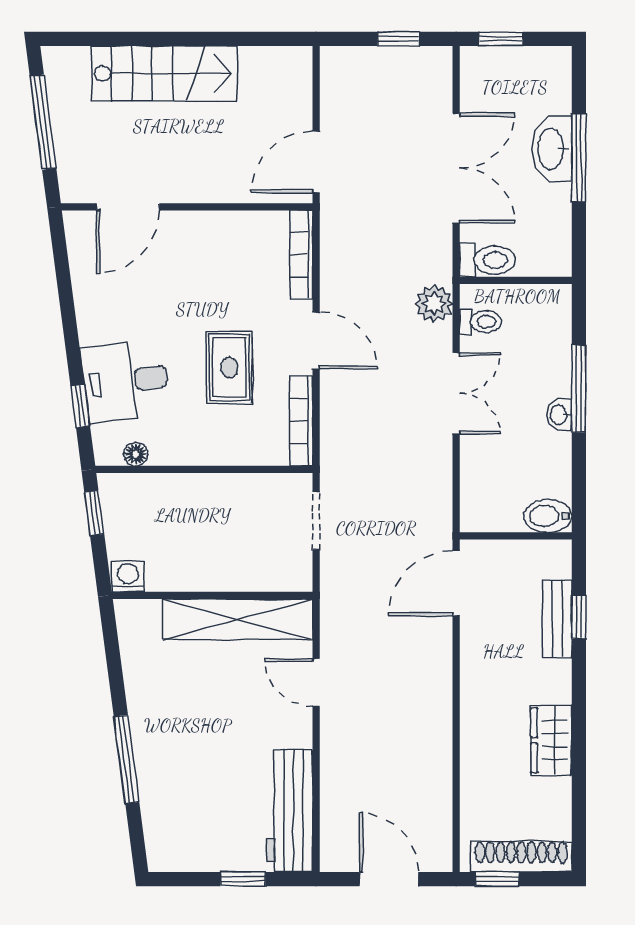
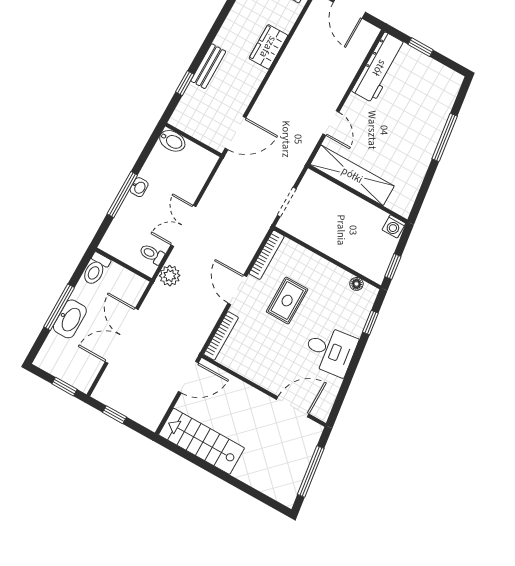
stairs: (164, 73) -> (202, 441), moved
toilet: (487, 260) -> (96, 269), moved, turned -90
desk: (126, 381) -> (330, 350), moved
bench: (557, 619) -> (208, 66), moved
wardrobe: (551, 740) -> (268, 47), moved, turned 180

